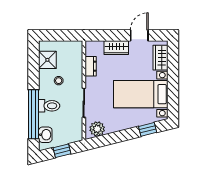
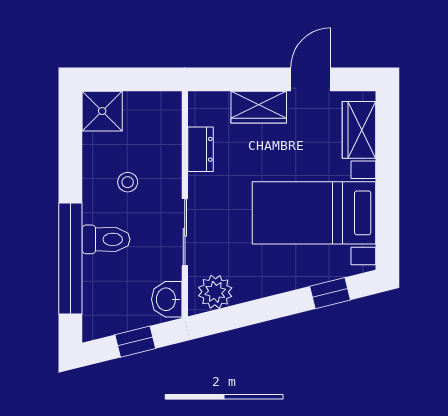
shower: (47, 60) -> (102, 111), moved
washbasin: (45, 135) -> (167, 299), moved, turned 180

